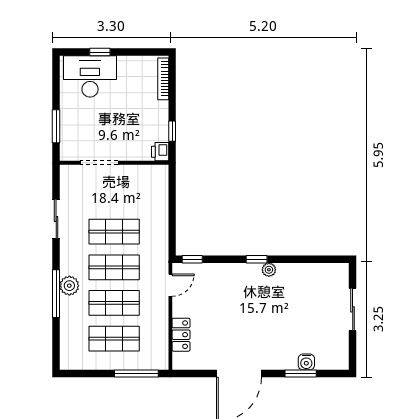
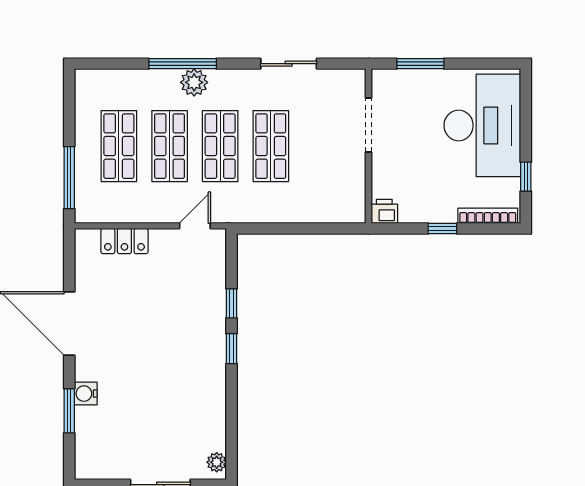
window: (100, 52) -> (526, 177), moved
desk: (90, 76) -> (482, 125), width x1.36, depth x1.30
window: (172, 131) -> (442, 228), moved
window: (192, 259) -> (232, 303), moved
plant: (269, 270) -> (217, 462), moved
door: (170, 285) -> (195, 226), swing flipped
water cooler: (306, 362) -> (86, 394), moved

